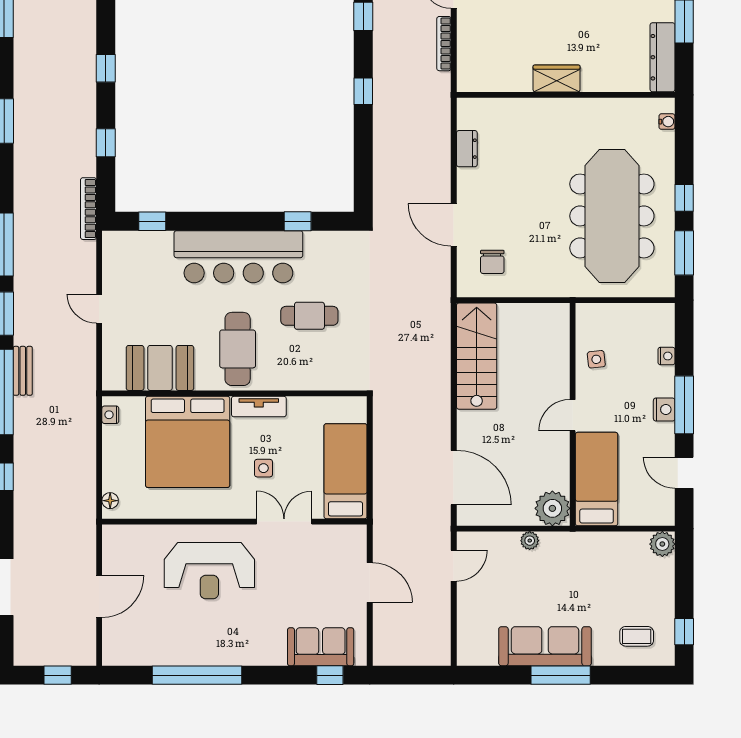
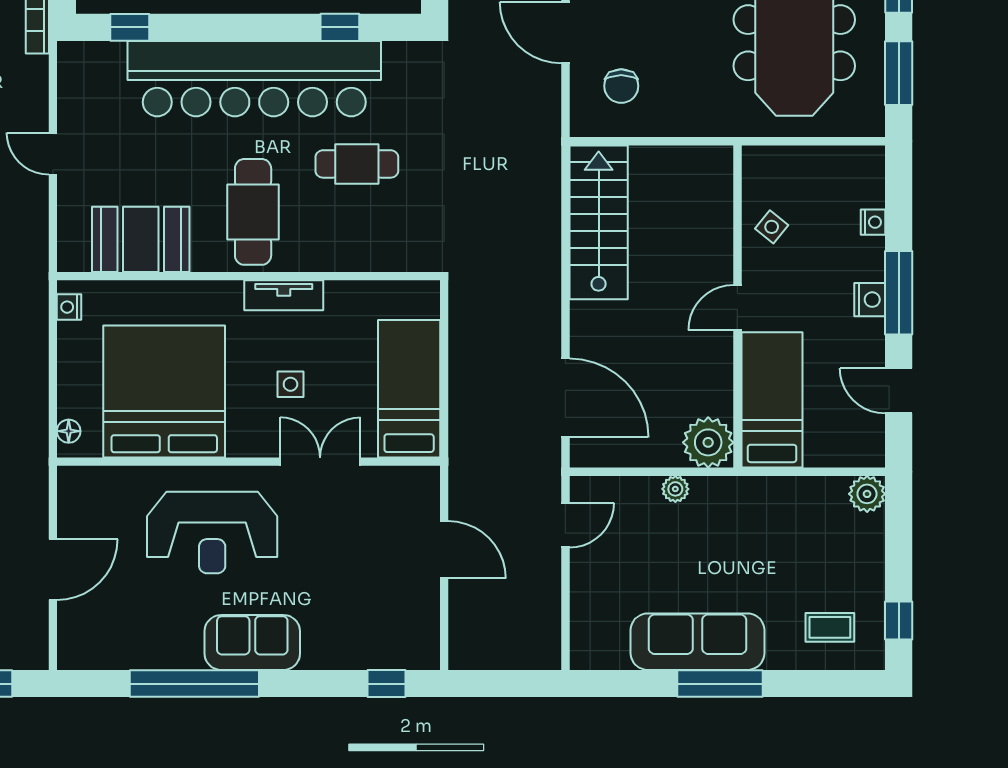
bar counter: (238, 257) -> (254, 79), width x1.36
side table: (596, 359) -> (772, 227), turned 45
bed: (188, 442) -> (164, 391), moved, turned 180
sofa: (321, 647) -> (252, 642), moved

